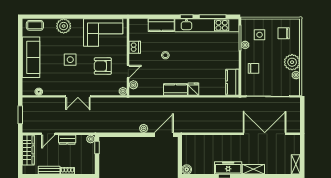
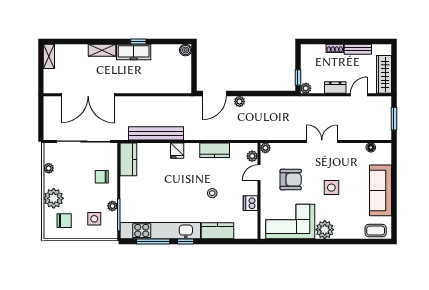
plant: (64, 26) -> (325, 230), moved
plant: (292, 62) -> (54, 198), moved
kitchen counter: (175, 89) -> (215, 150), moved
bench: (210, 103) -> (156, 133), added

